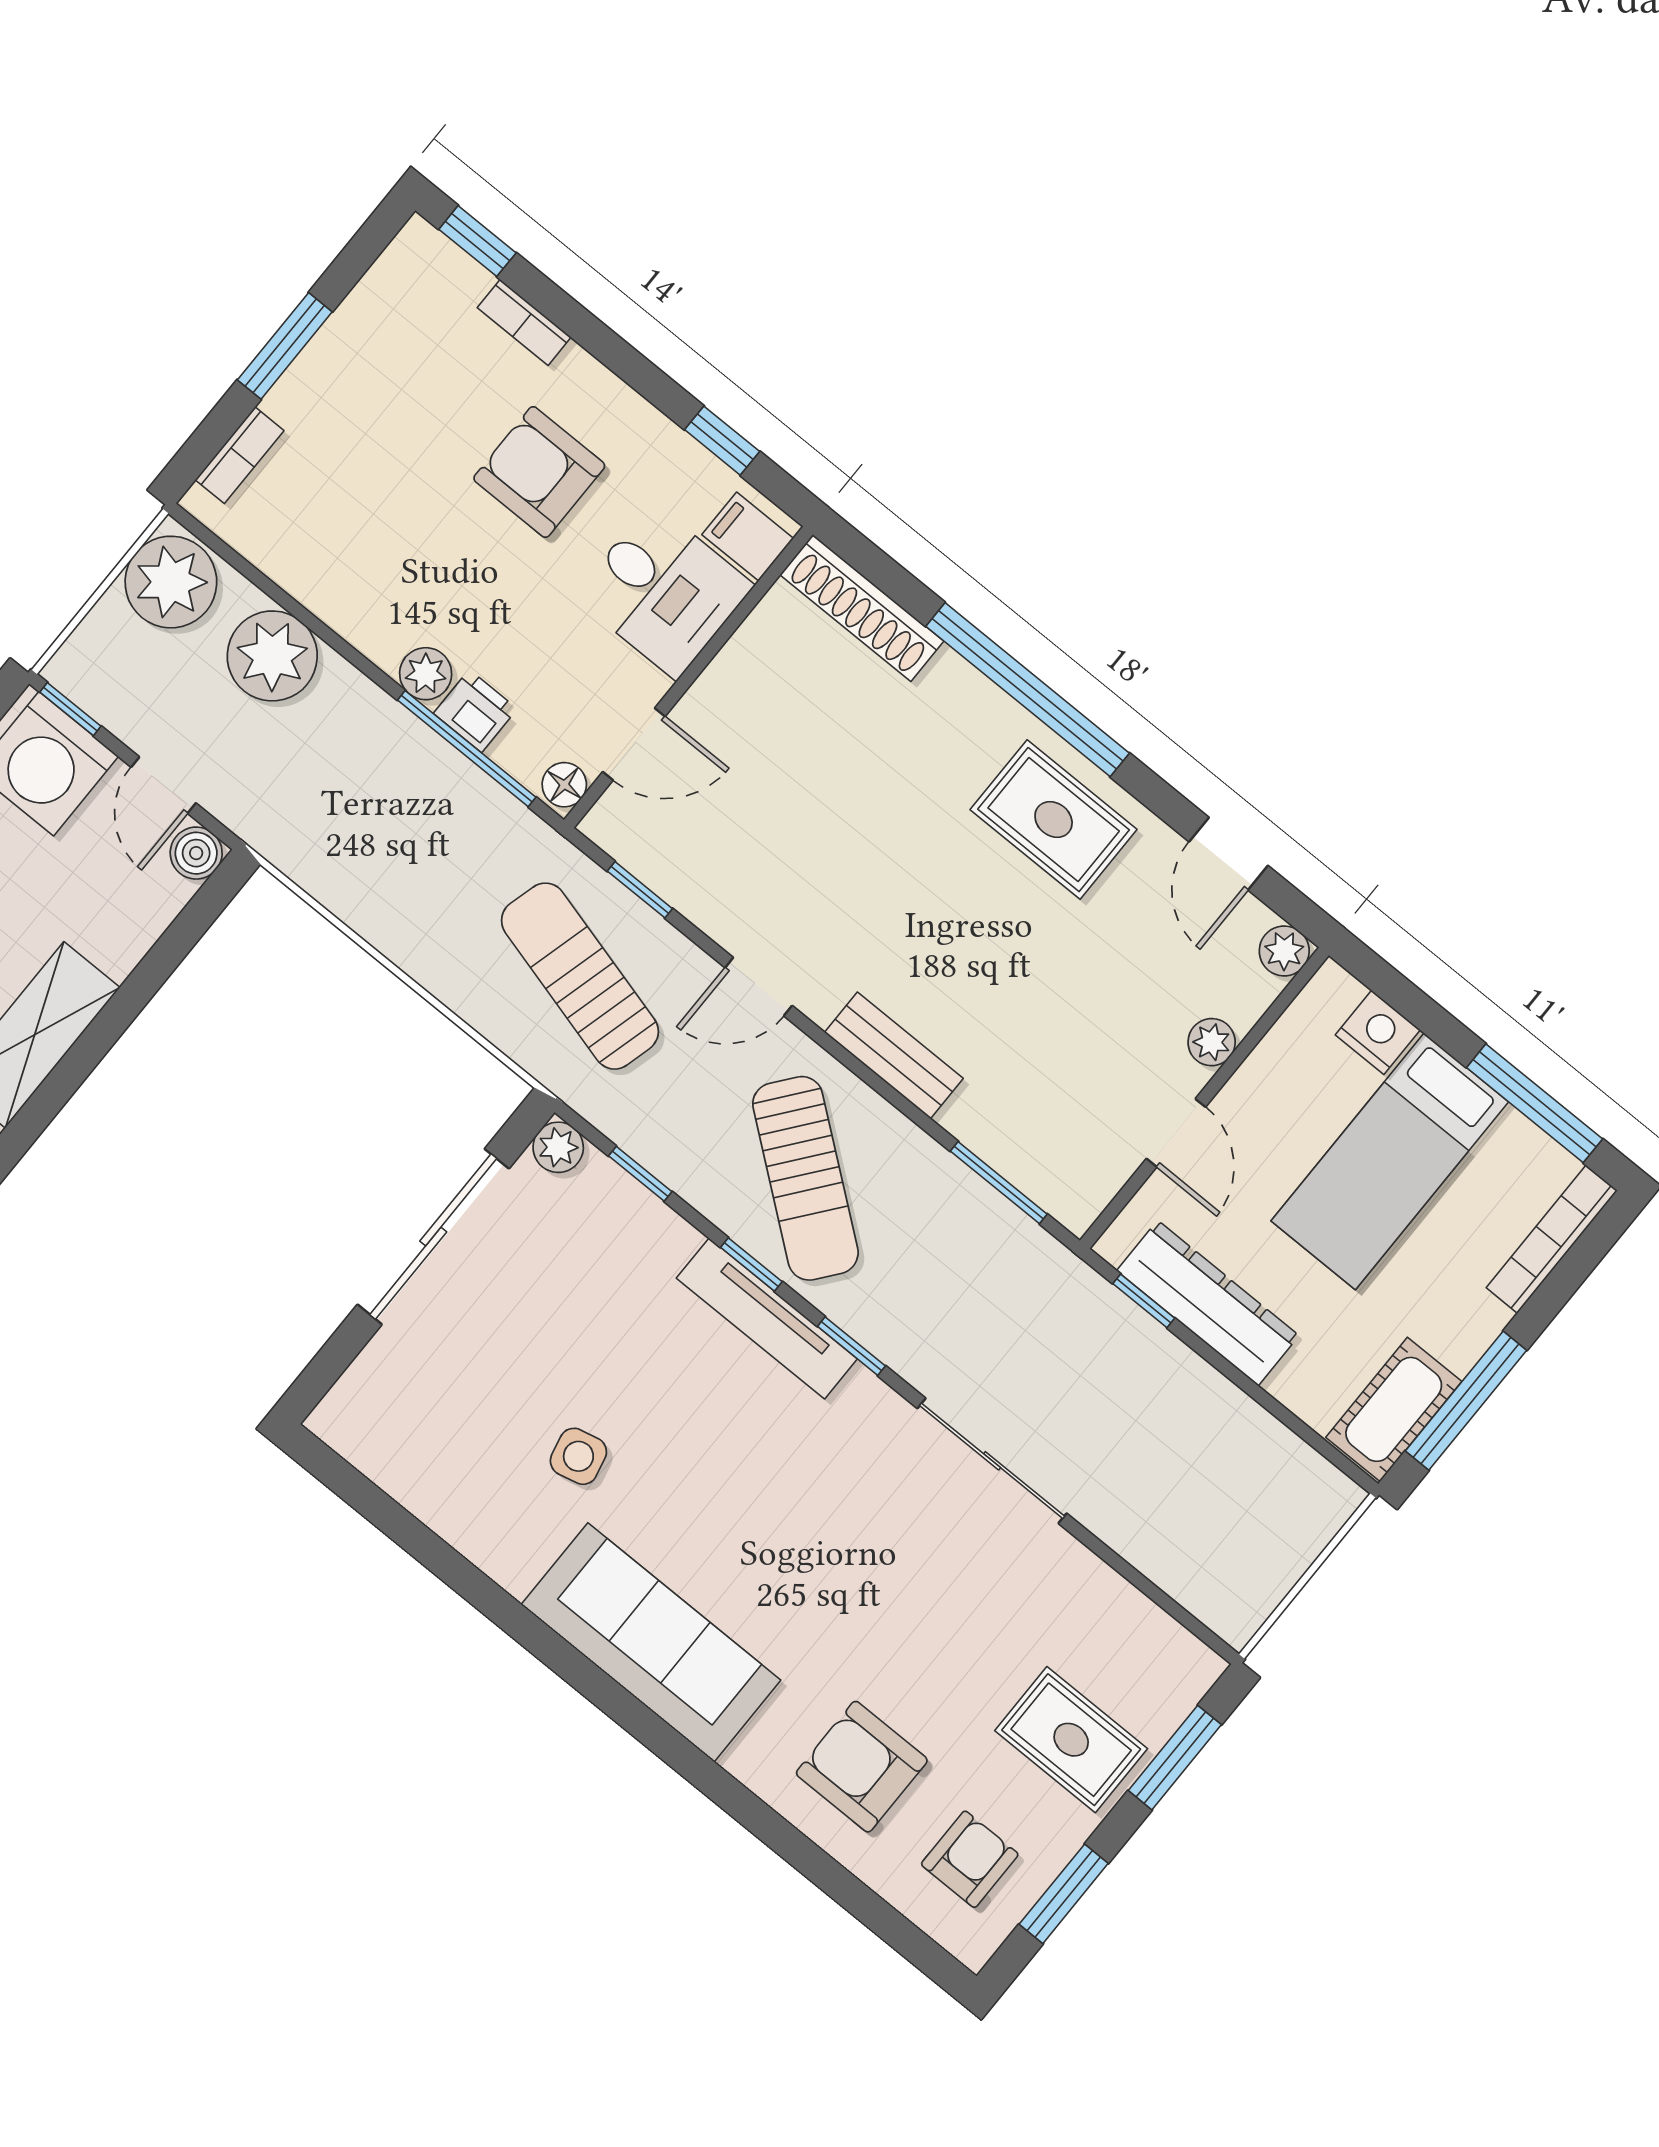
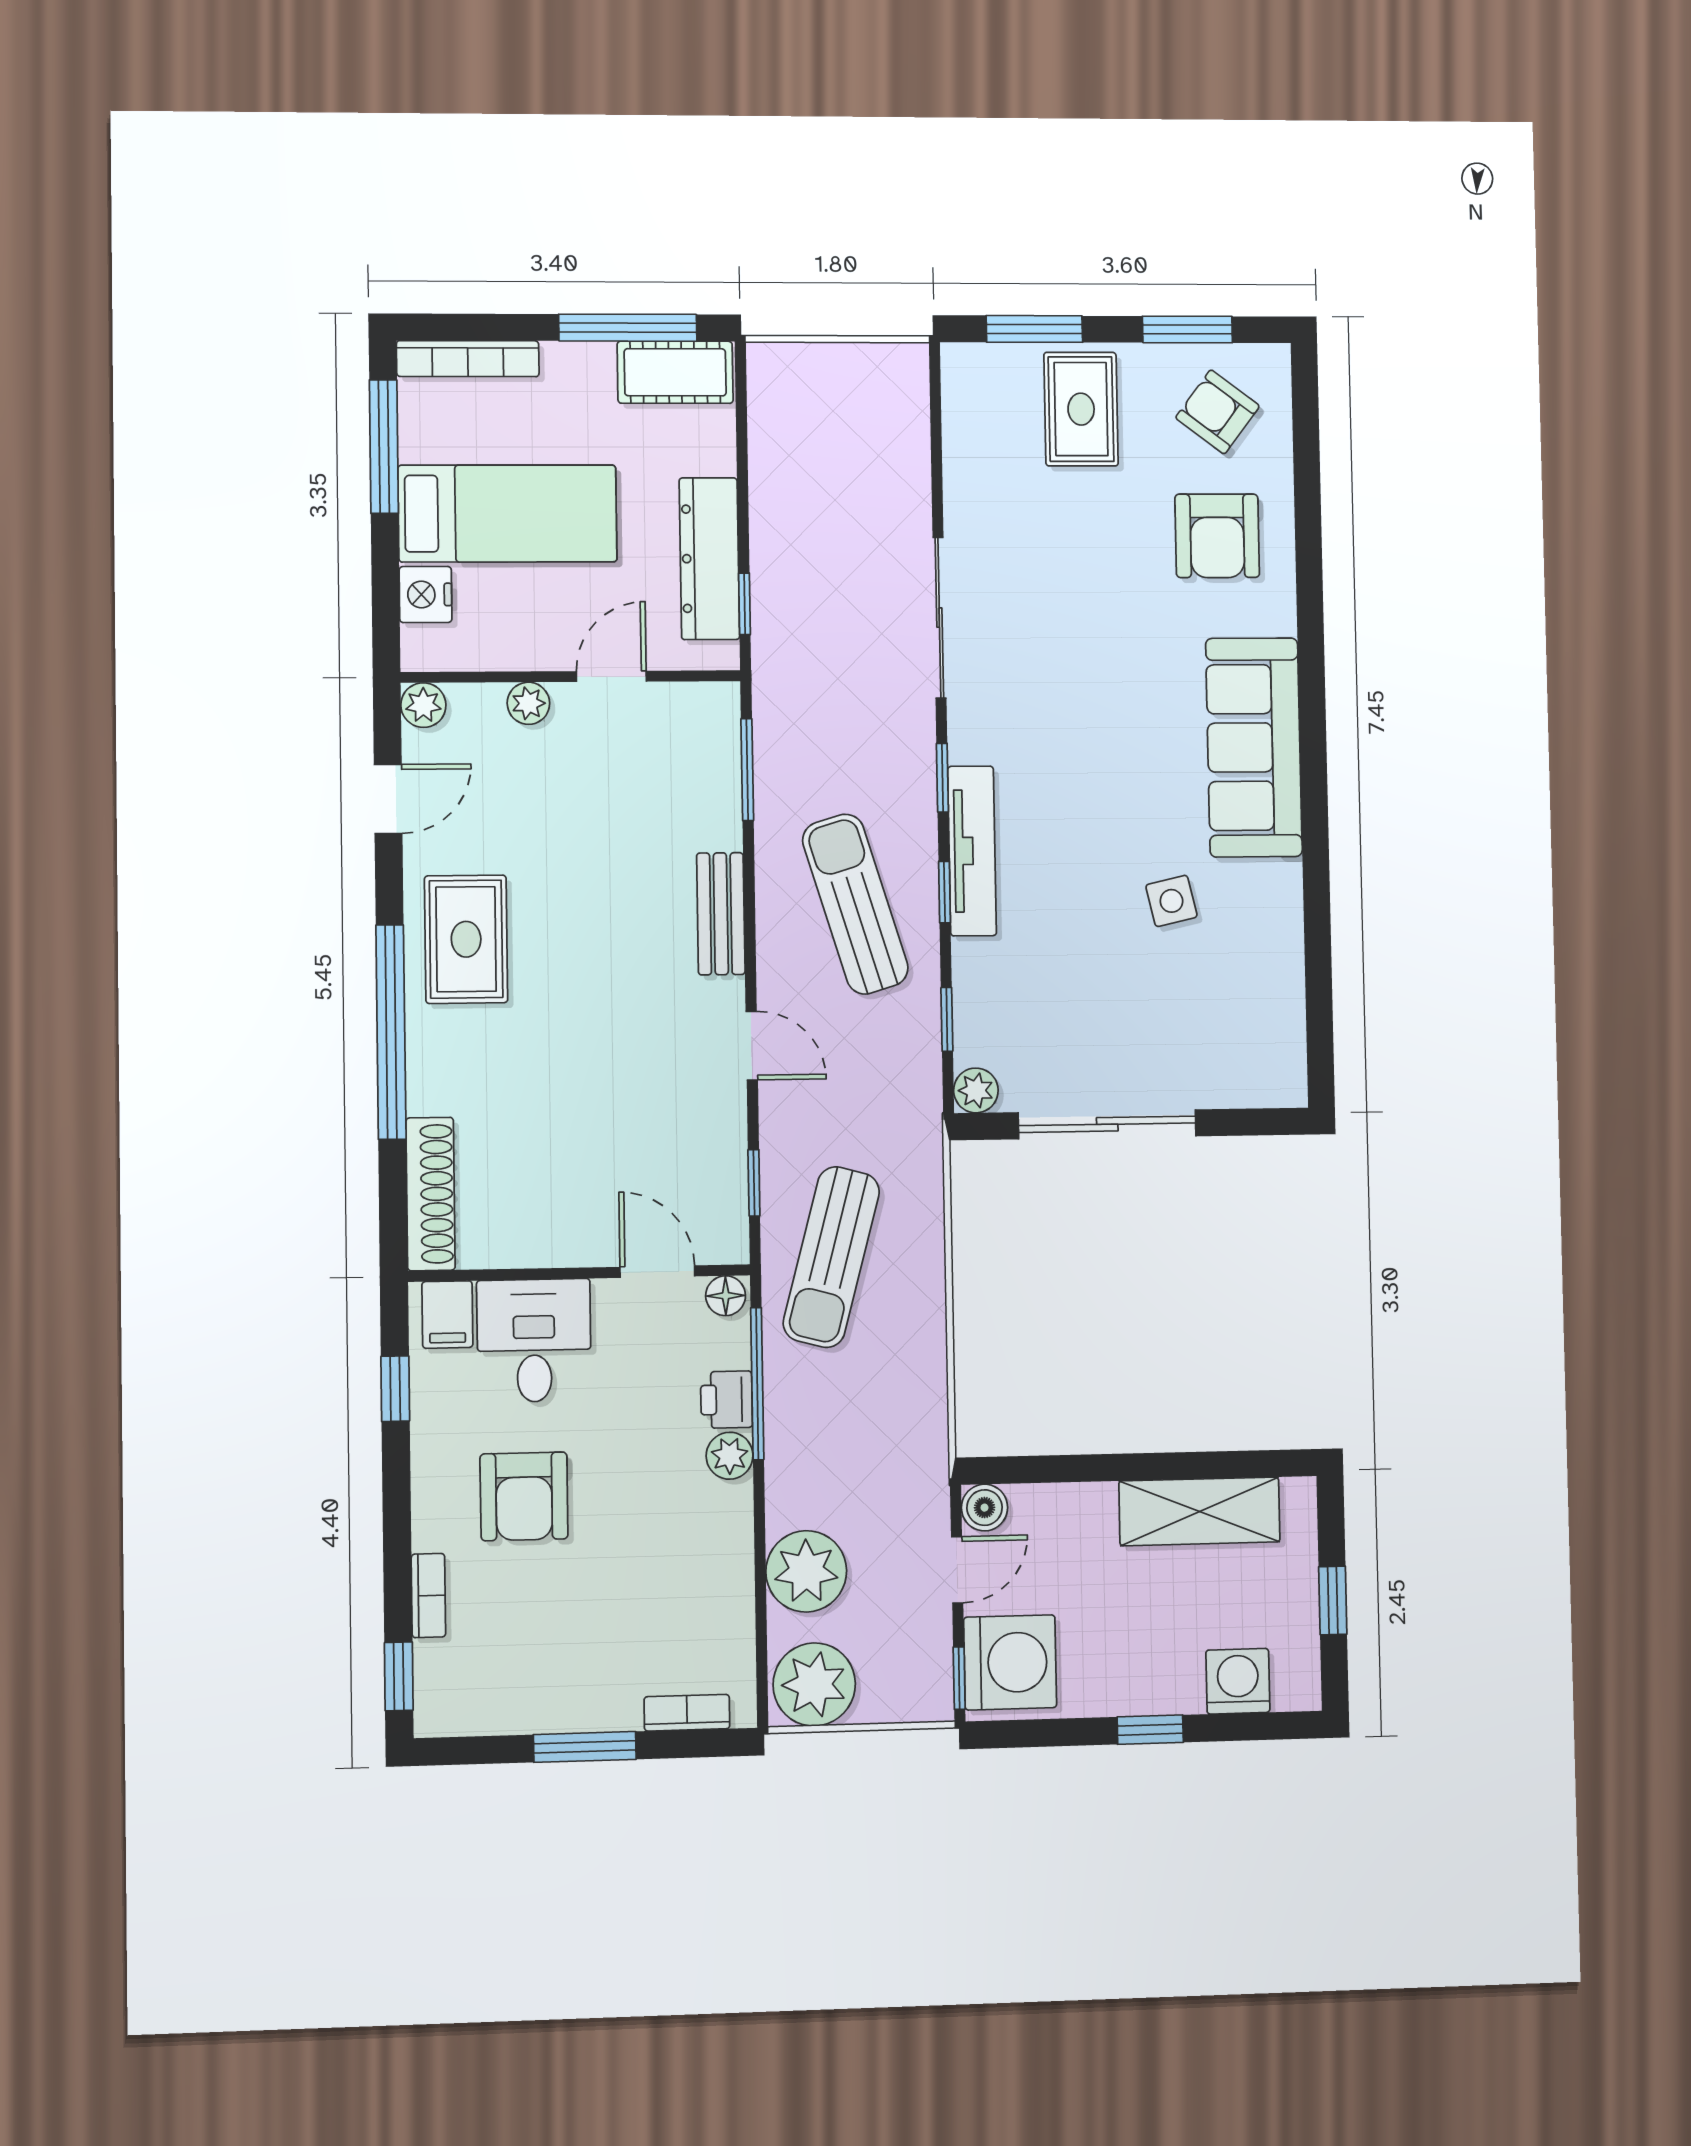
sun lounger: (580, 976) -> (831, 1257), moved
sun lounger: (805, 1178) -> (855, 904), turned -55
armchair: (970, 1859) -> (1217, 412), turned 37

